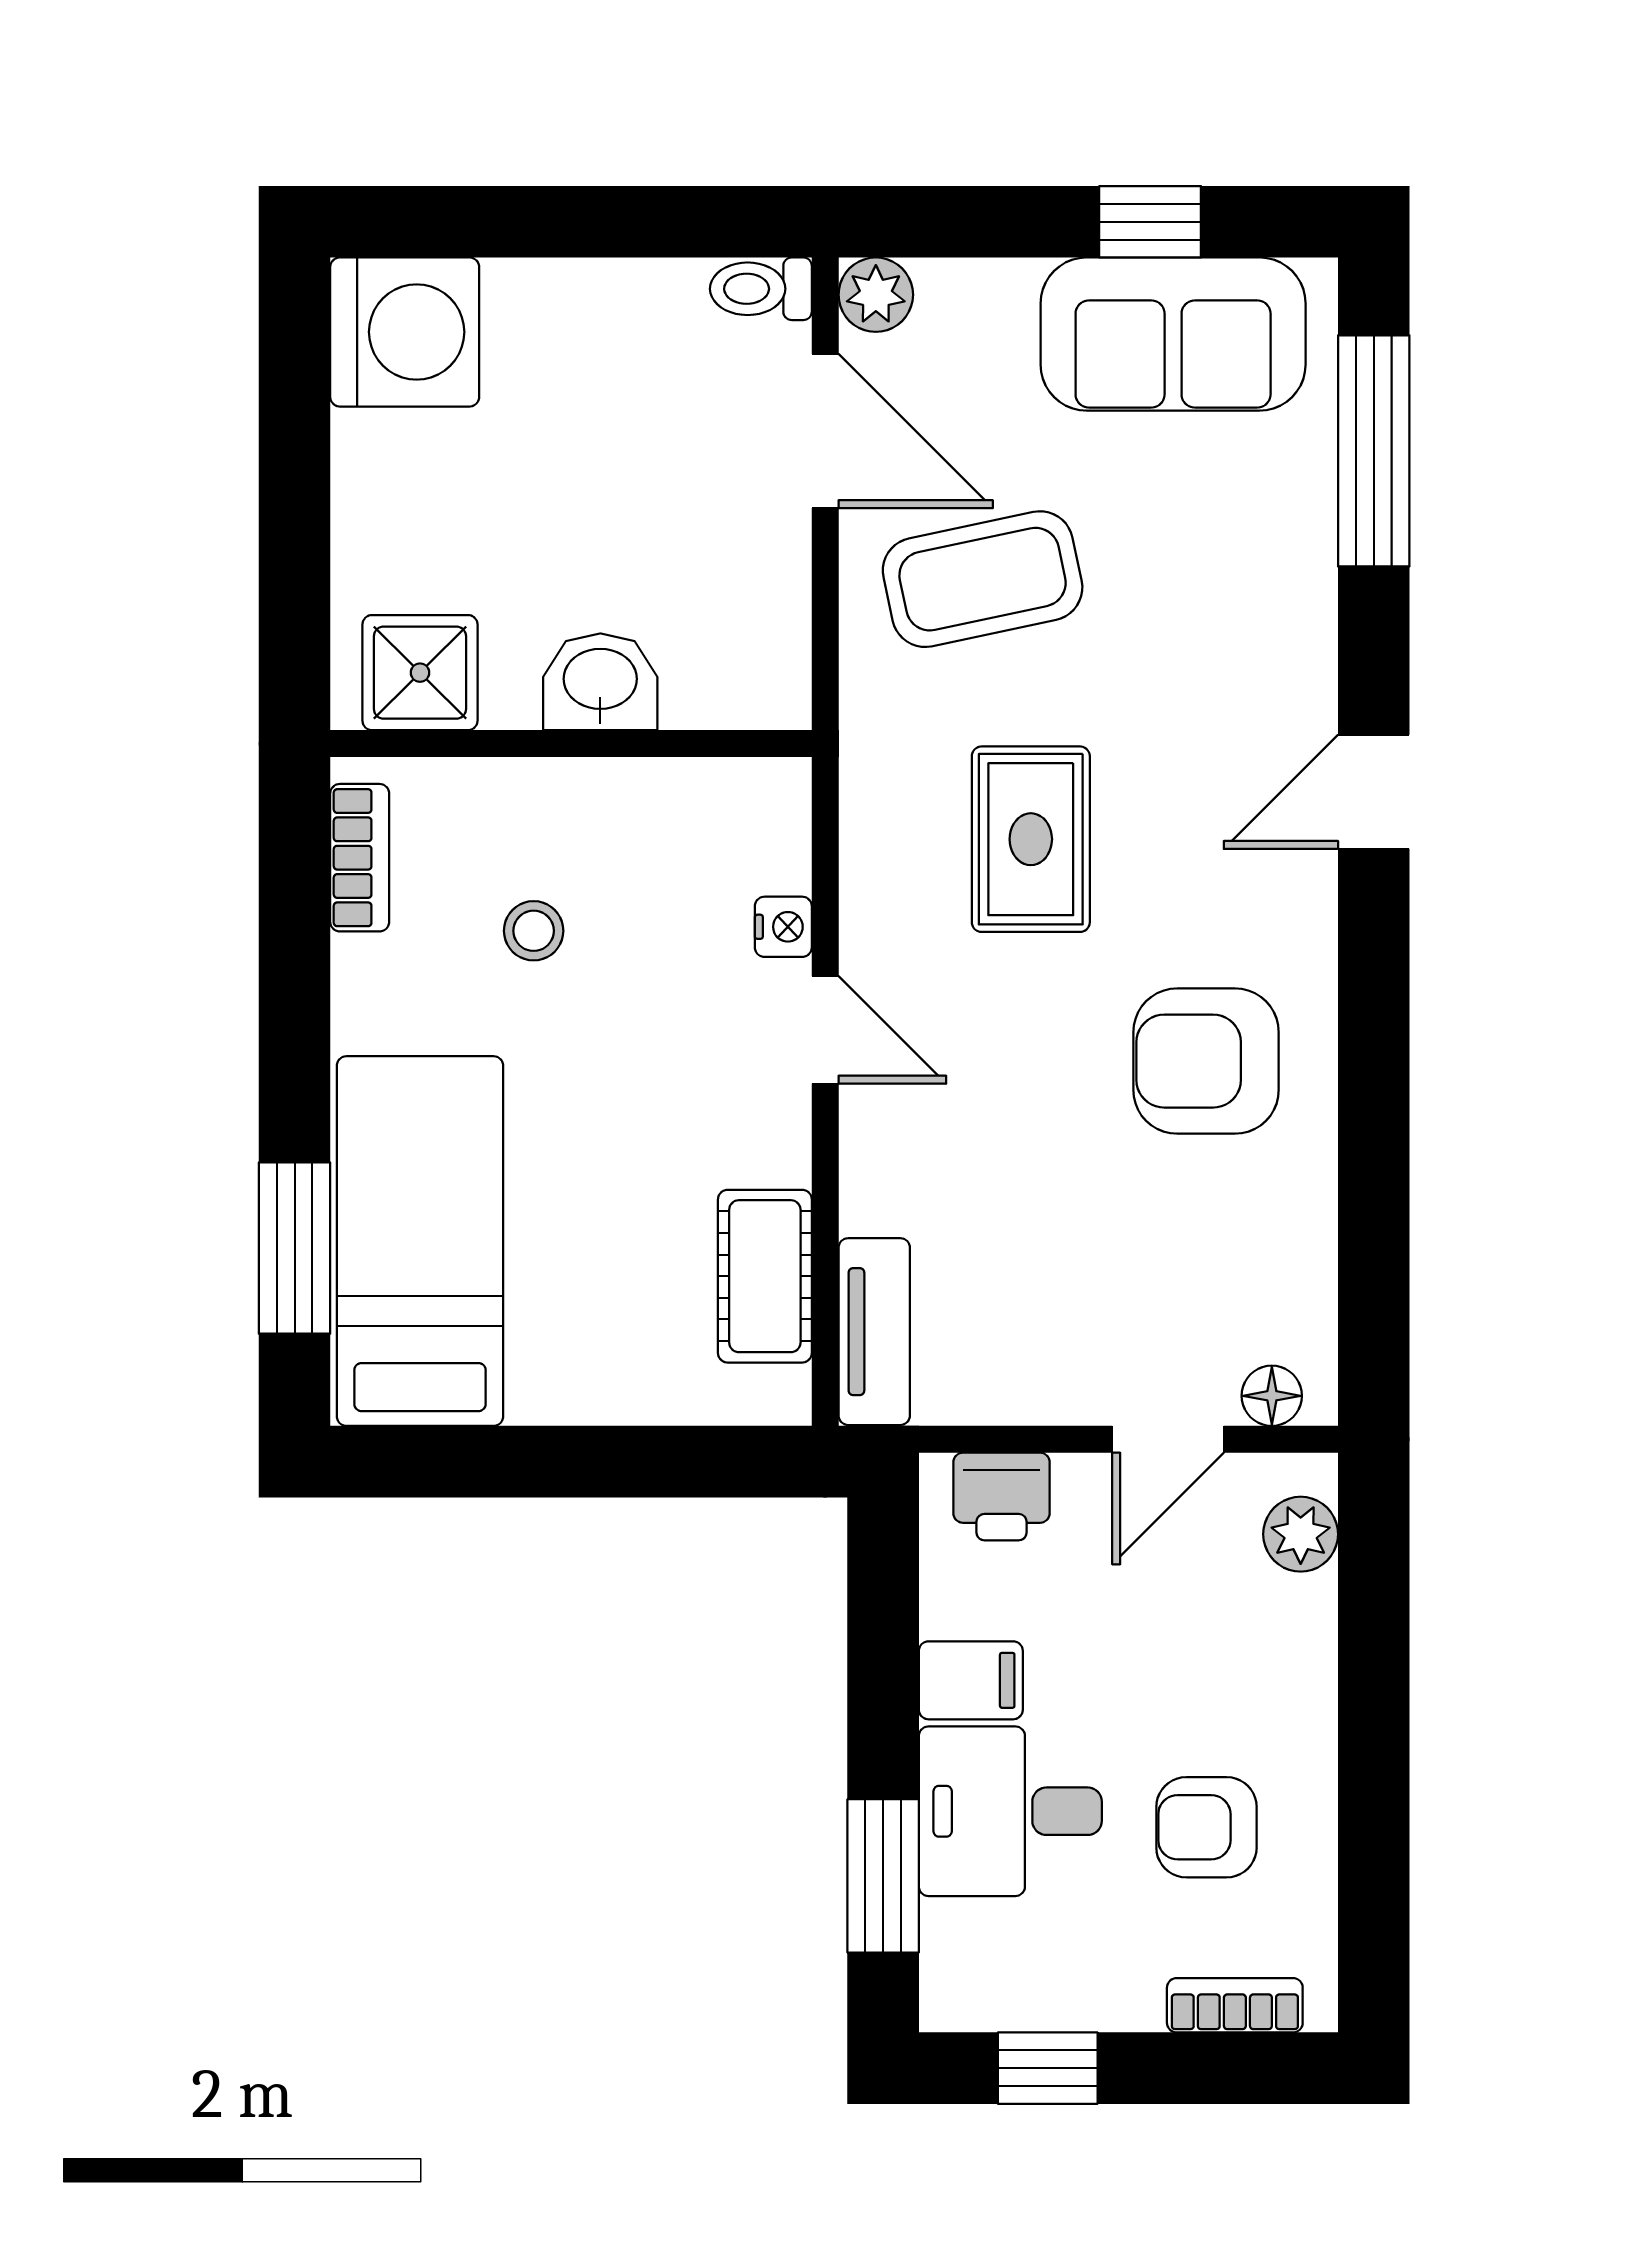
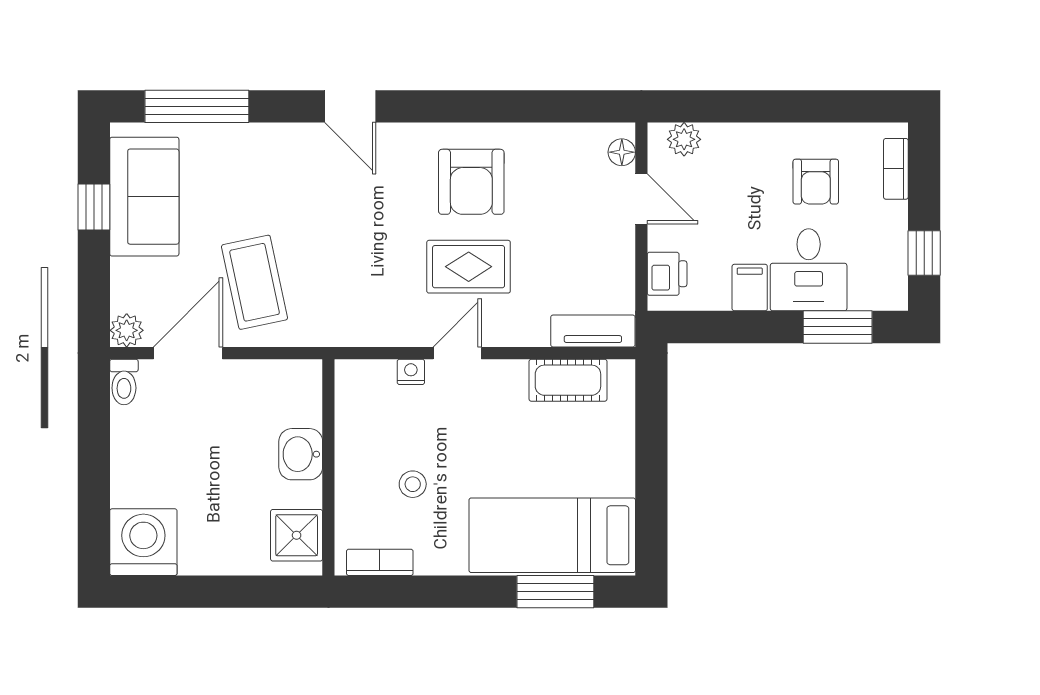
rug: (1031, 839) -> (469, 267), moved

